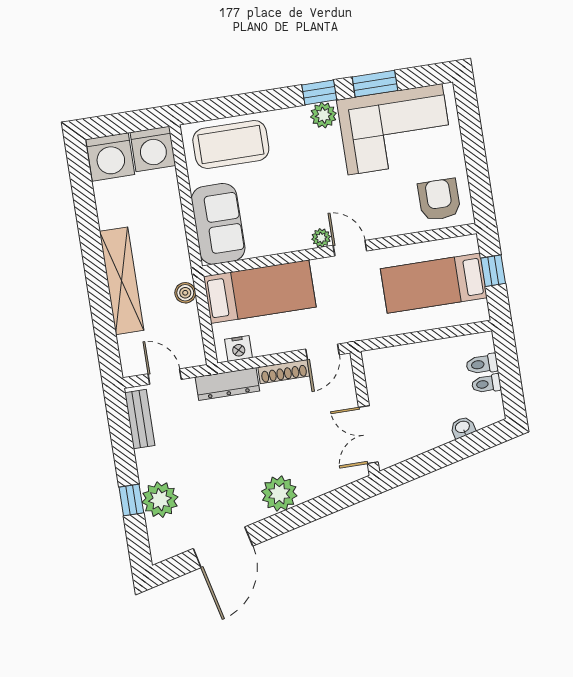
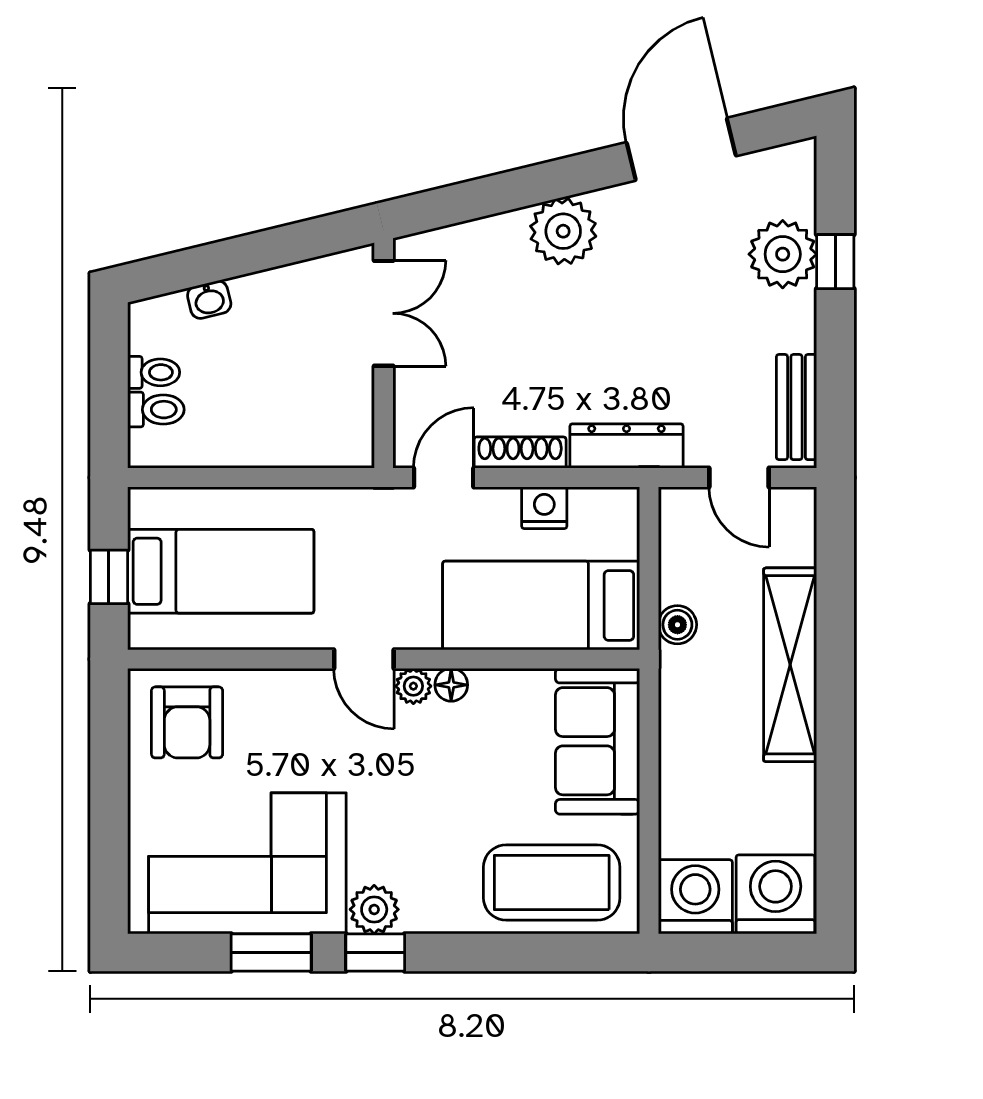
floor lamp: (301, 242) -> (451, 685), added
nightstand: (238, 348) -> (544, 508), moved

